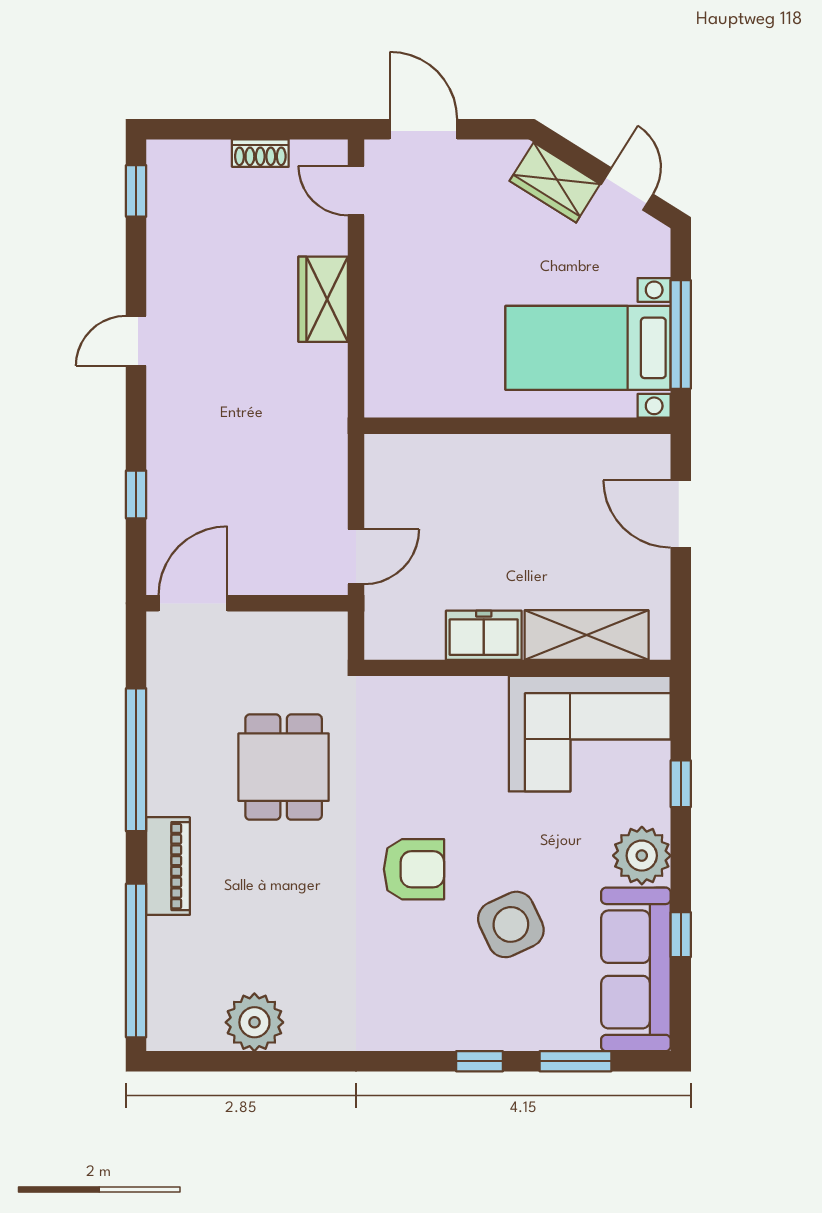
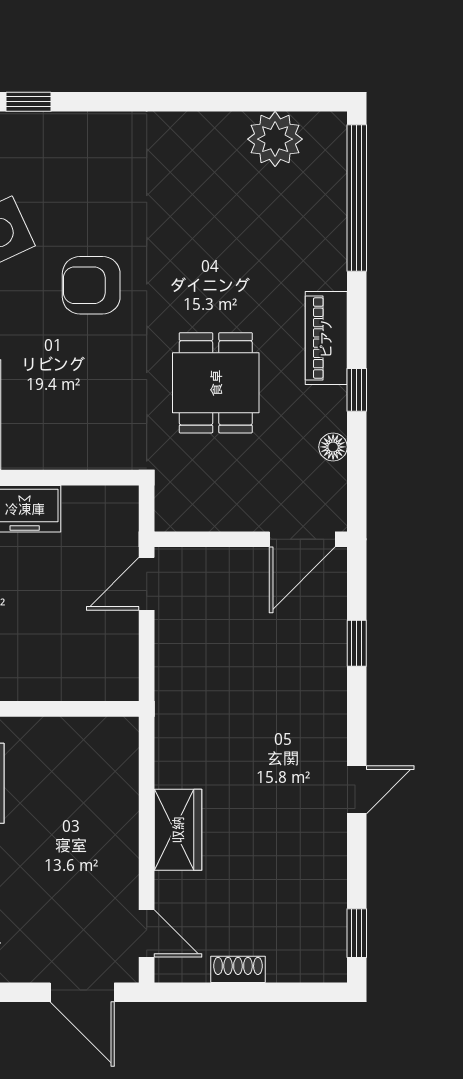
floor lamp: (161, 700) -> (333, 447), added
window: (136, 760) -> (357, 390), width x0.32
piano: (168, 866) -> (326, 338), moved
plant: (254, 1022) -> (275, 139), moved

